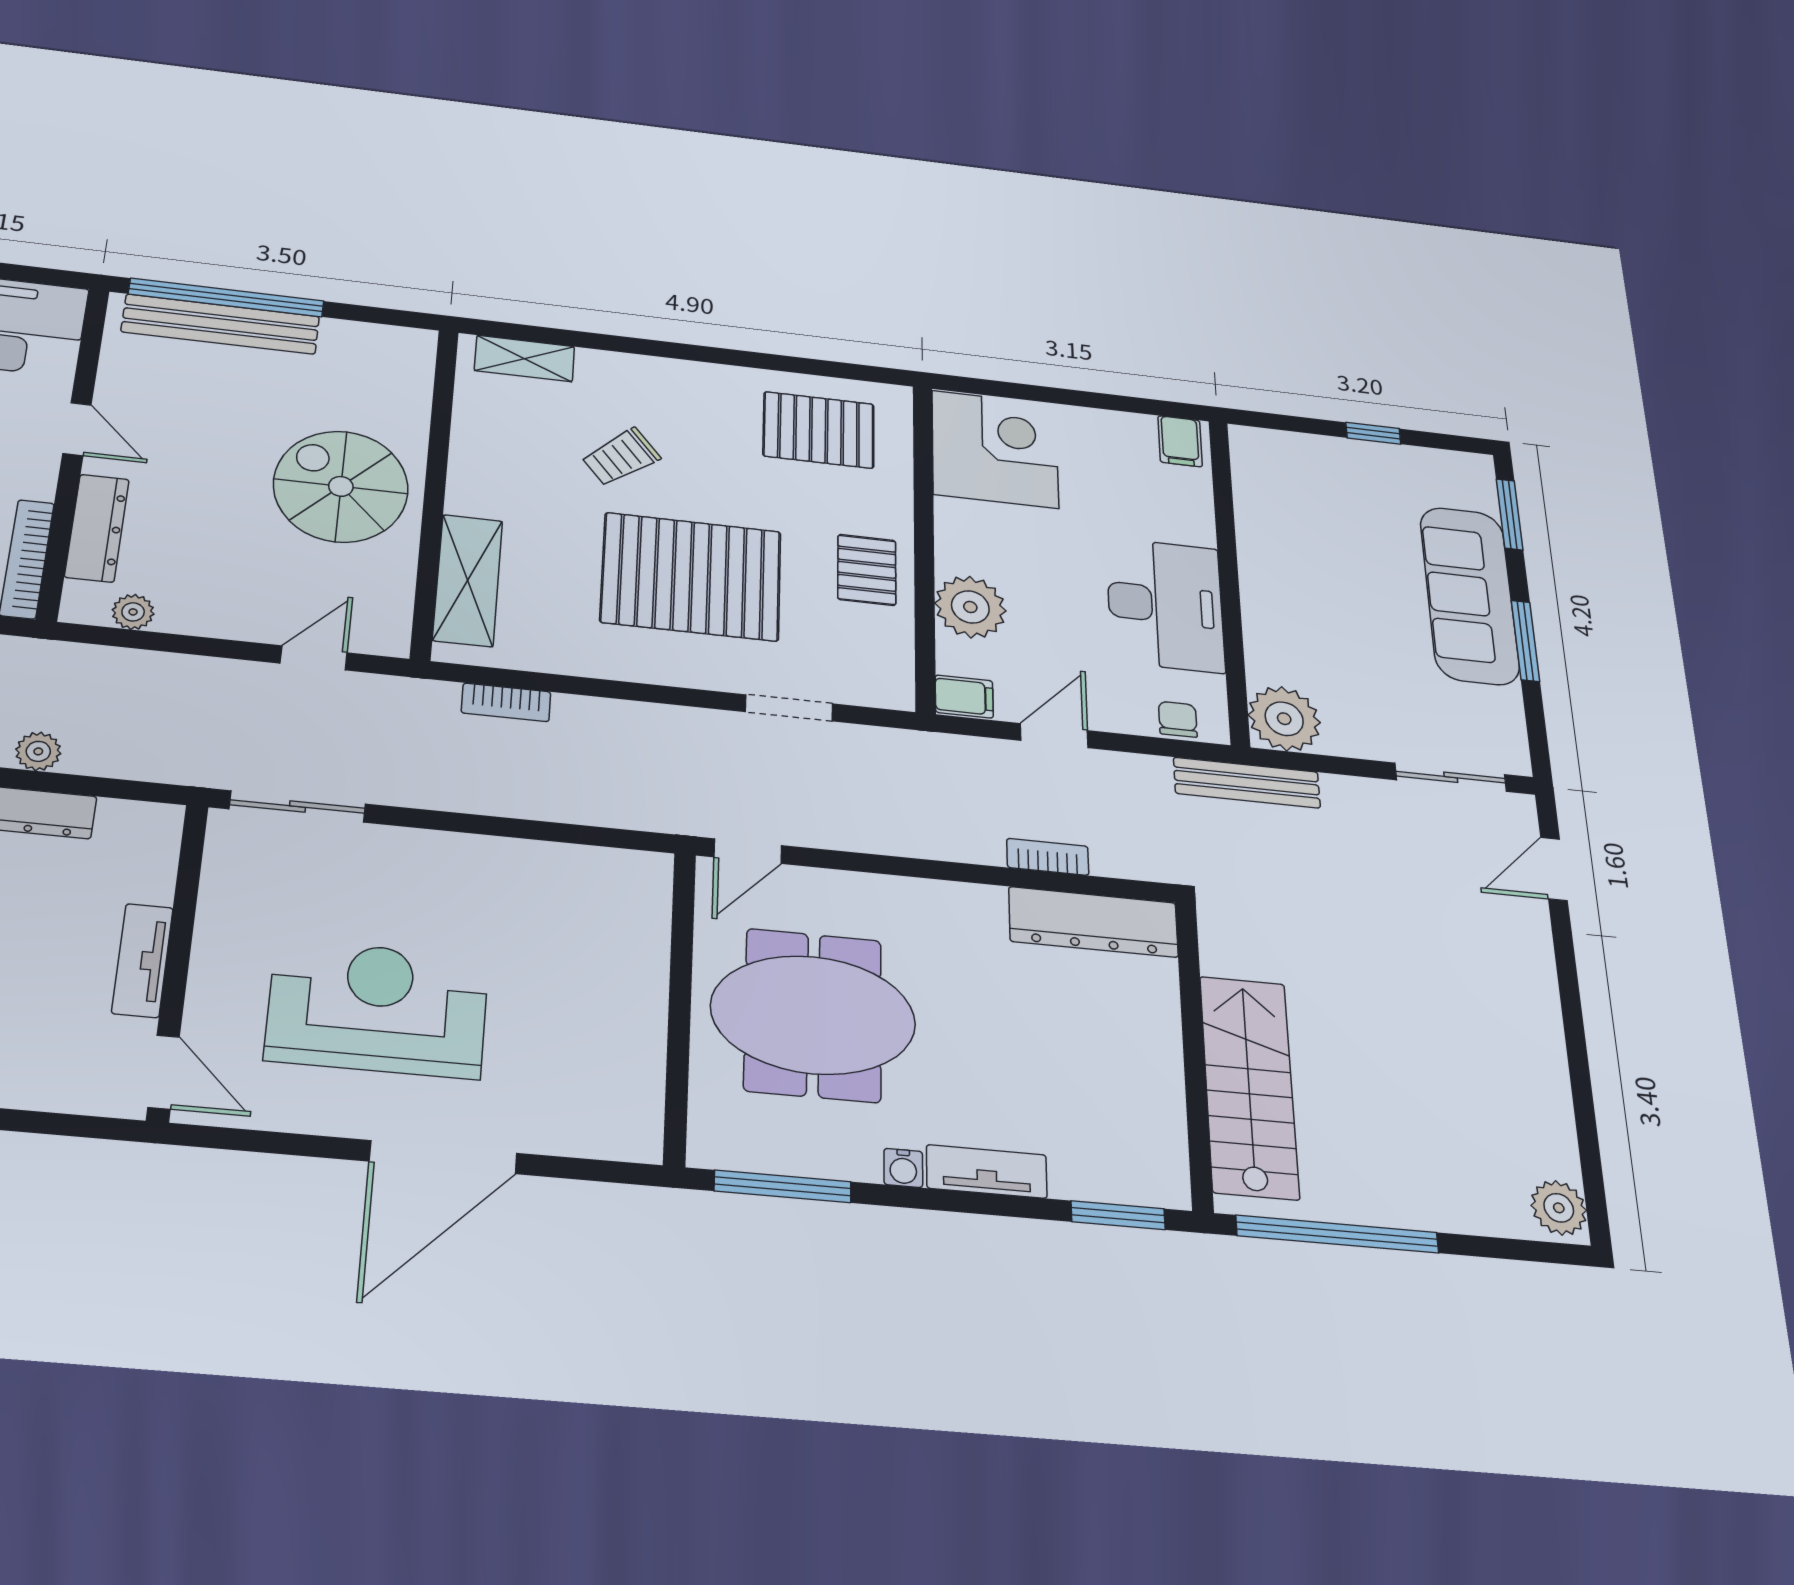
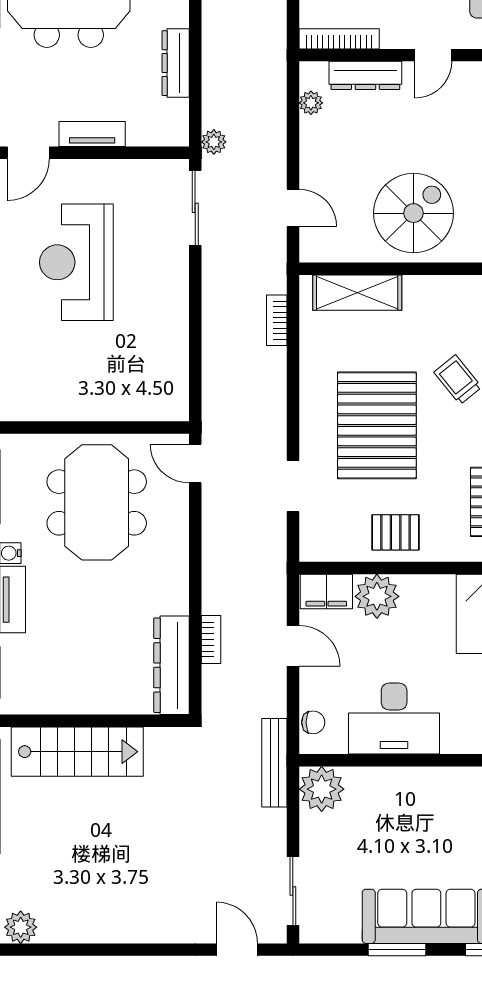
filing cabinet: (964, 697) -> (326, 591), width x2.00
plant: (38, 751) -> (214, 142), moved
reception desk: (377, 1009) -> (76, 262), turned 180

